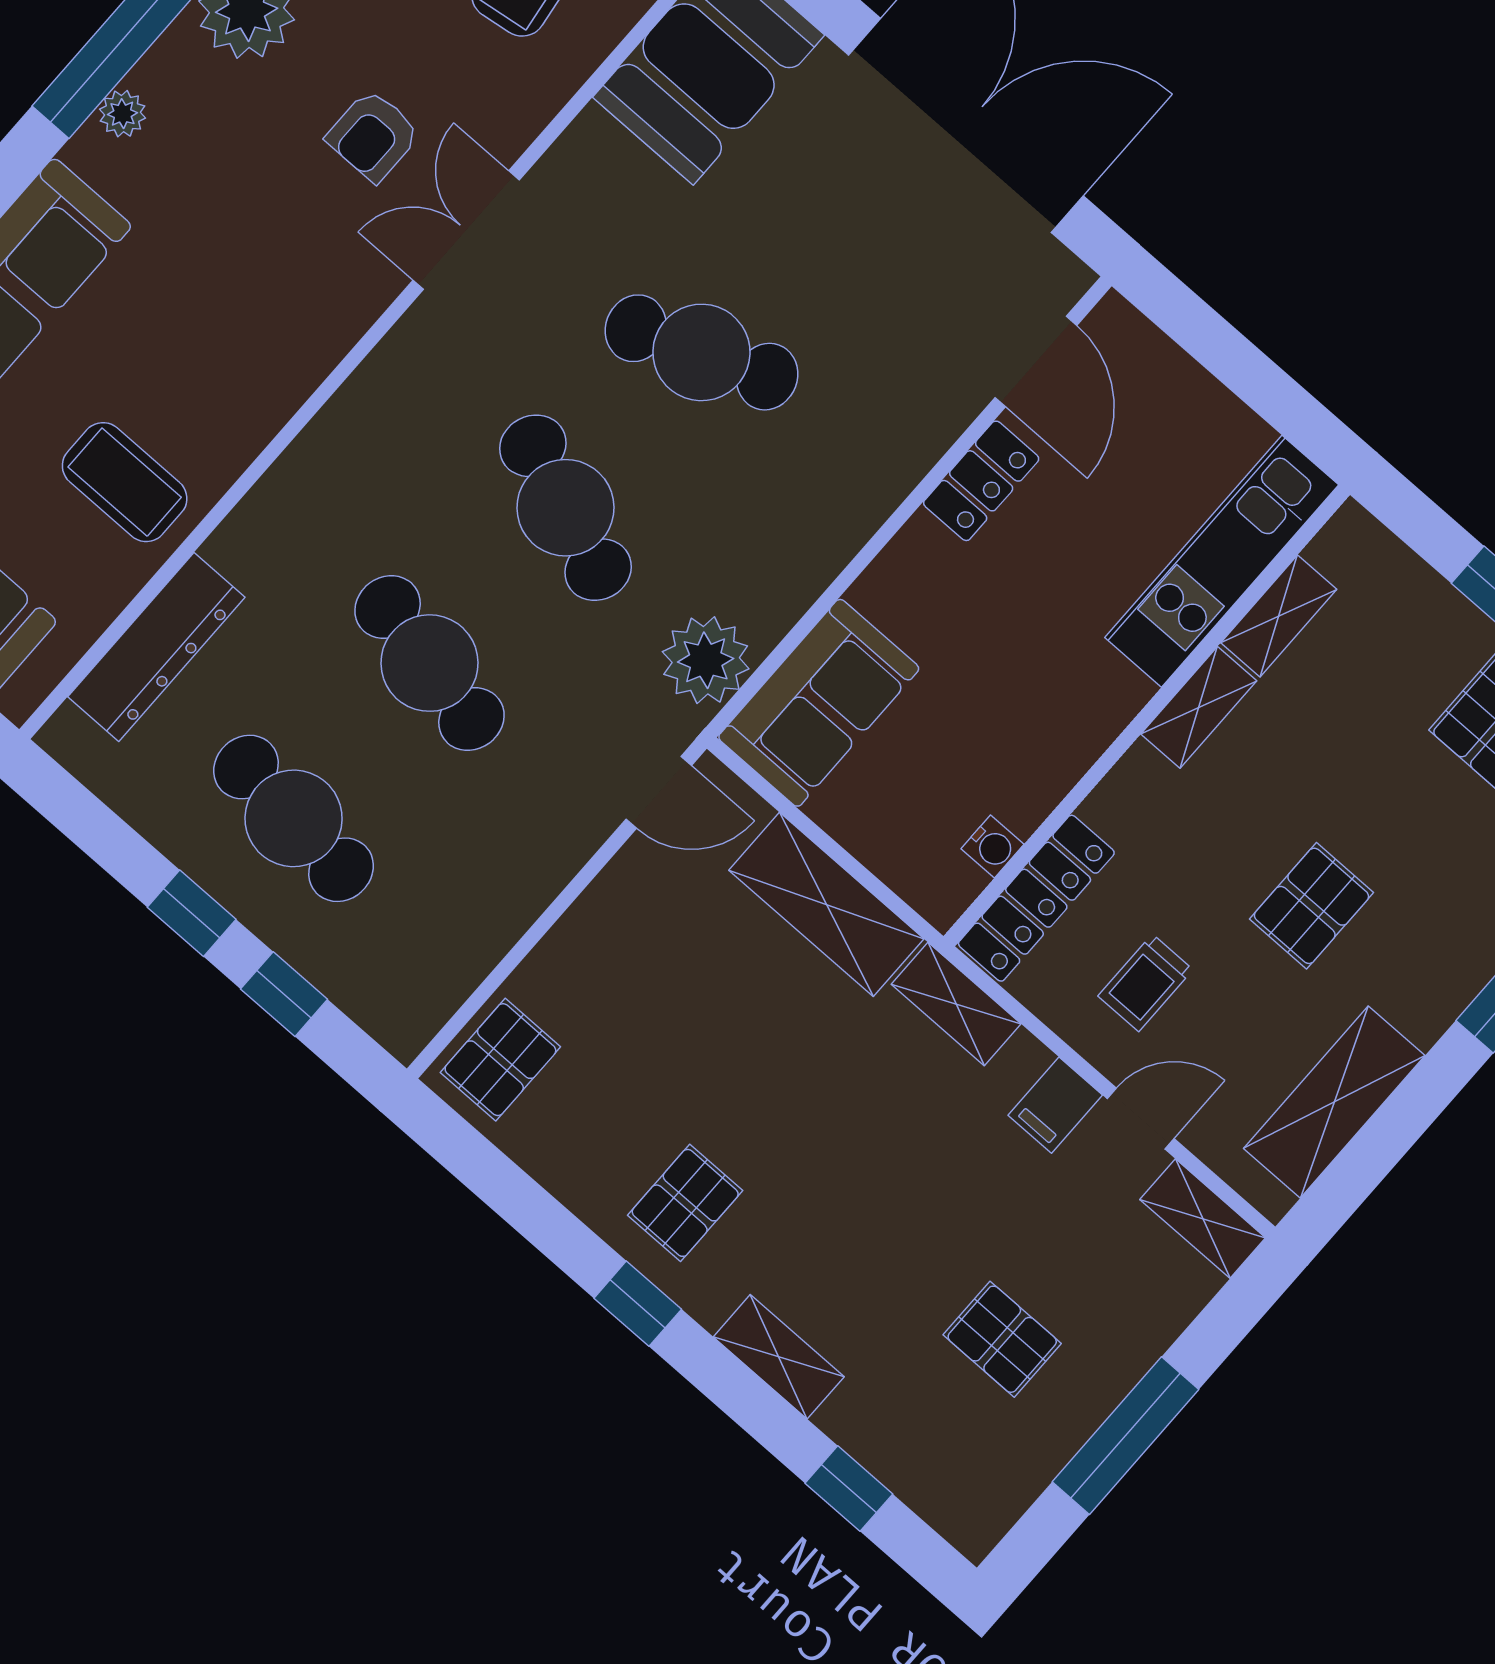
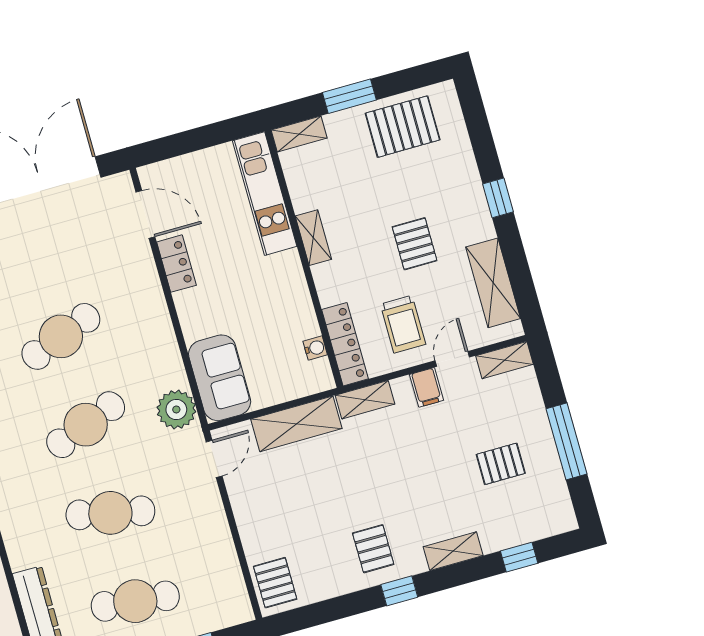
cafe table: (565, 508) -> (86, 425), turned -42
shelving: (1279, 616) -> (299, 134), moved, turned 90
trolley: (1146, 983) -> (403, 324), width x1.36, depth x1.39

